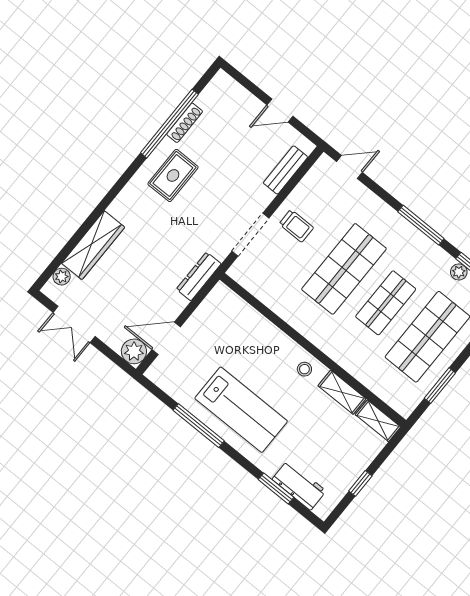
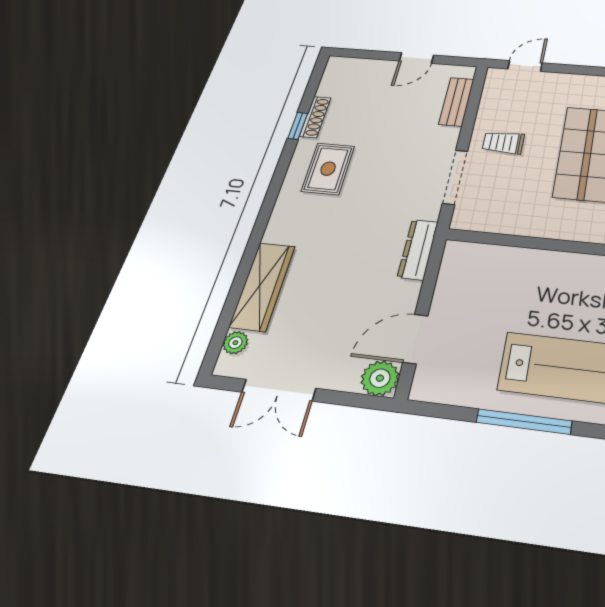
window: (169, 124) -> (298, 126), width x0.32
trolley: (296, 226) -> (503, 143), turned 180

